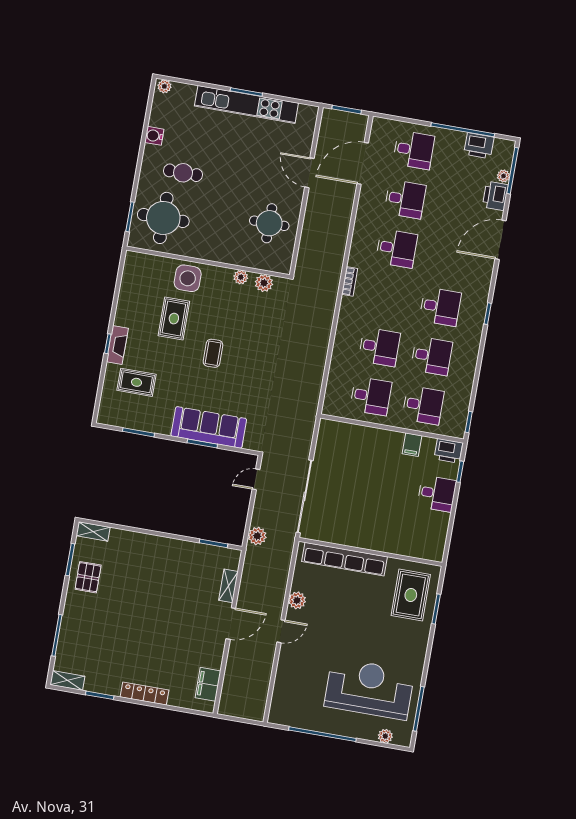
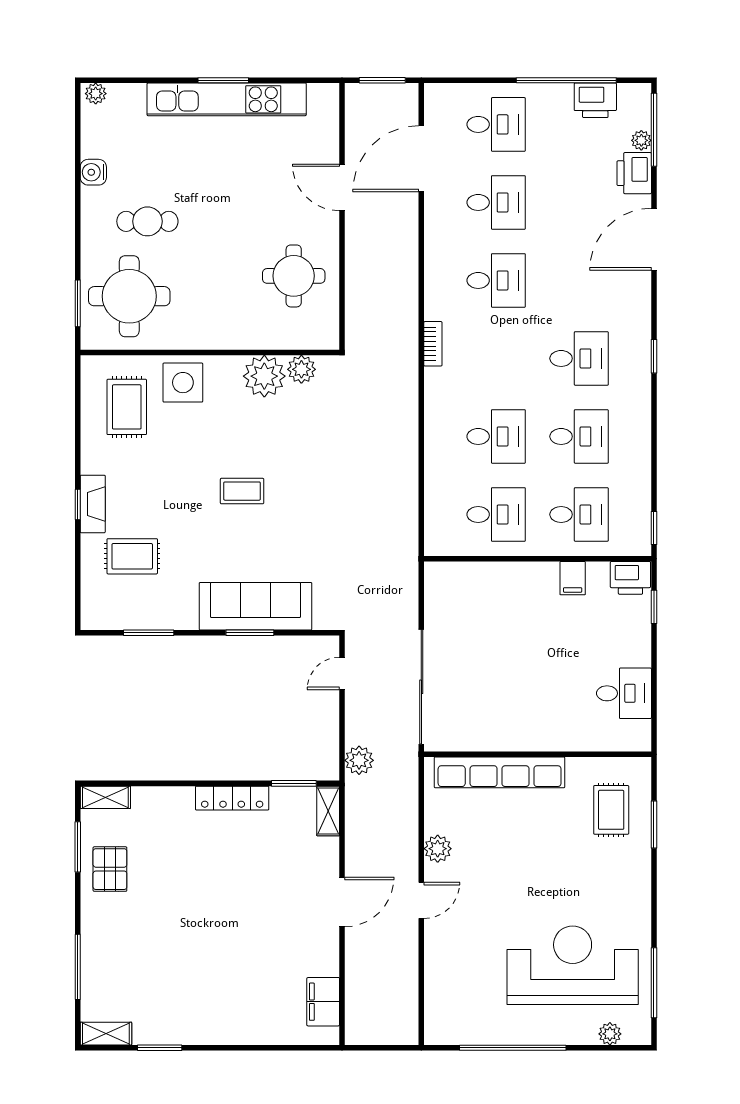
plant: (241, 277) -> (264, 376), width x1.88, depth x1.88
rug: (174, 319) -> (127, 407), moved
coffee table: (213, 353) -> (242, 491), turned 90
desk: (437, 494) -> (624, 693), moved
shelving: (228, 586) -> (328, 811), moved
rug: (411, 595) -> (611, 810), width x0.73, depth x0.70
locker: (144, 694) -> (232, 798), moved, turned 180

